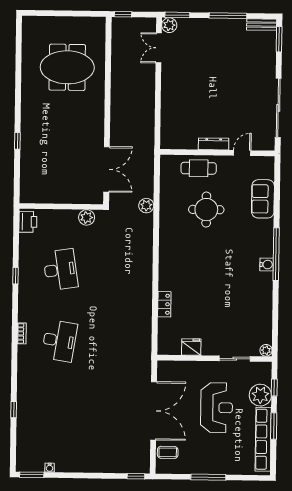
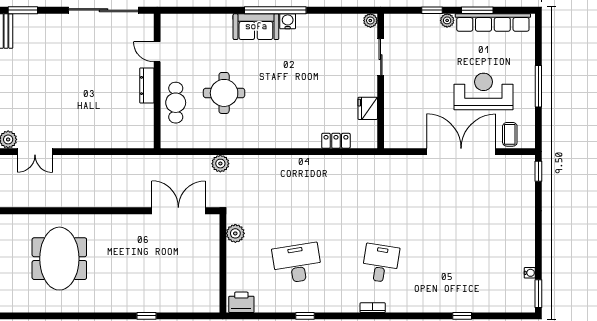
sofa: (263, 199) -> (256, 27), moved
desk: (59, 341) -> (381, 263), width x0.73
fridge: (191, 347) -> (368, 108), moved
plant: (266, 350) -> (370, 21), moved
wall: (214, 358) -> (381, 81), moved
sliding door: (235, 359) -> (381, 57), moved
plant: (260, 395) -> (447, 20), width x0.53, depth x0.53
reception desk: (217, 408) -> (483, 91), moved

